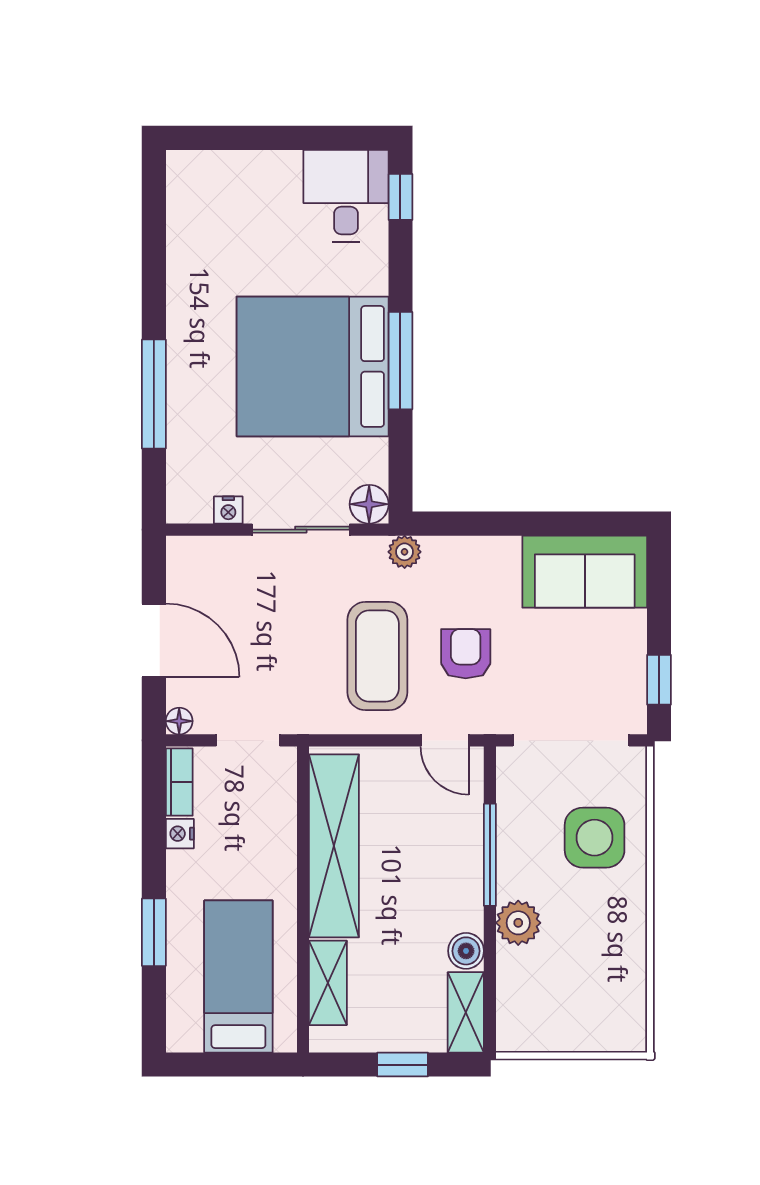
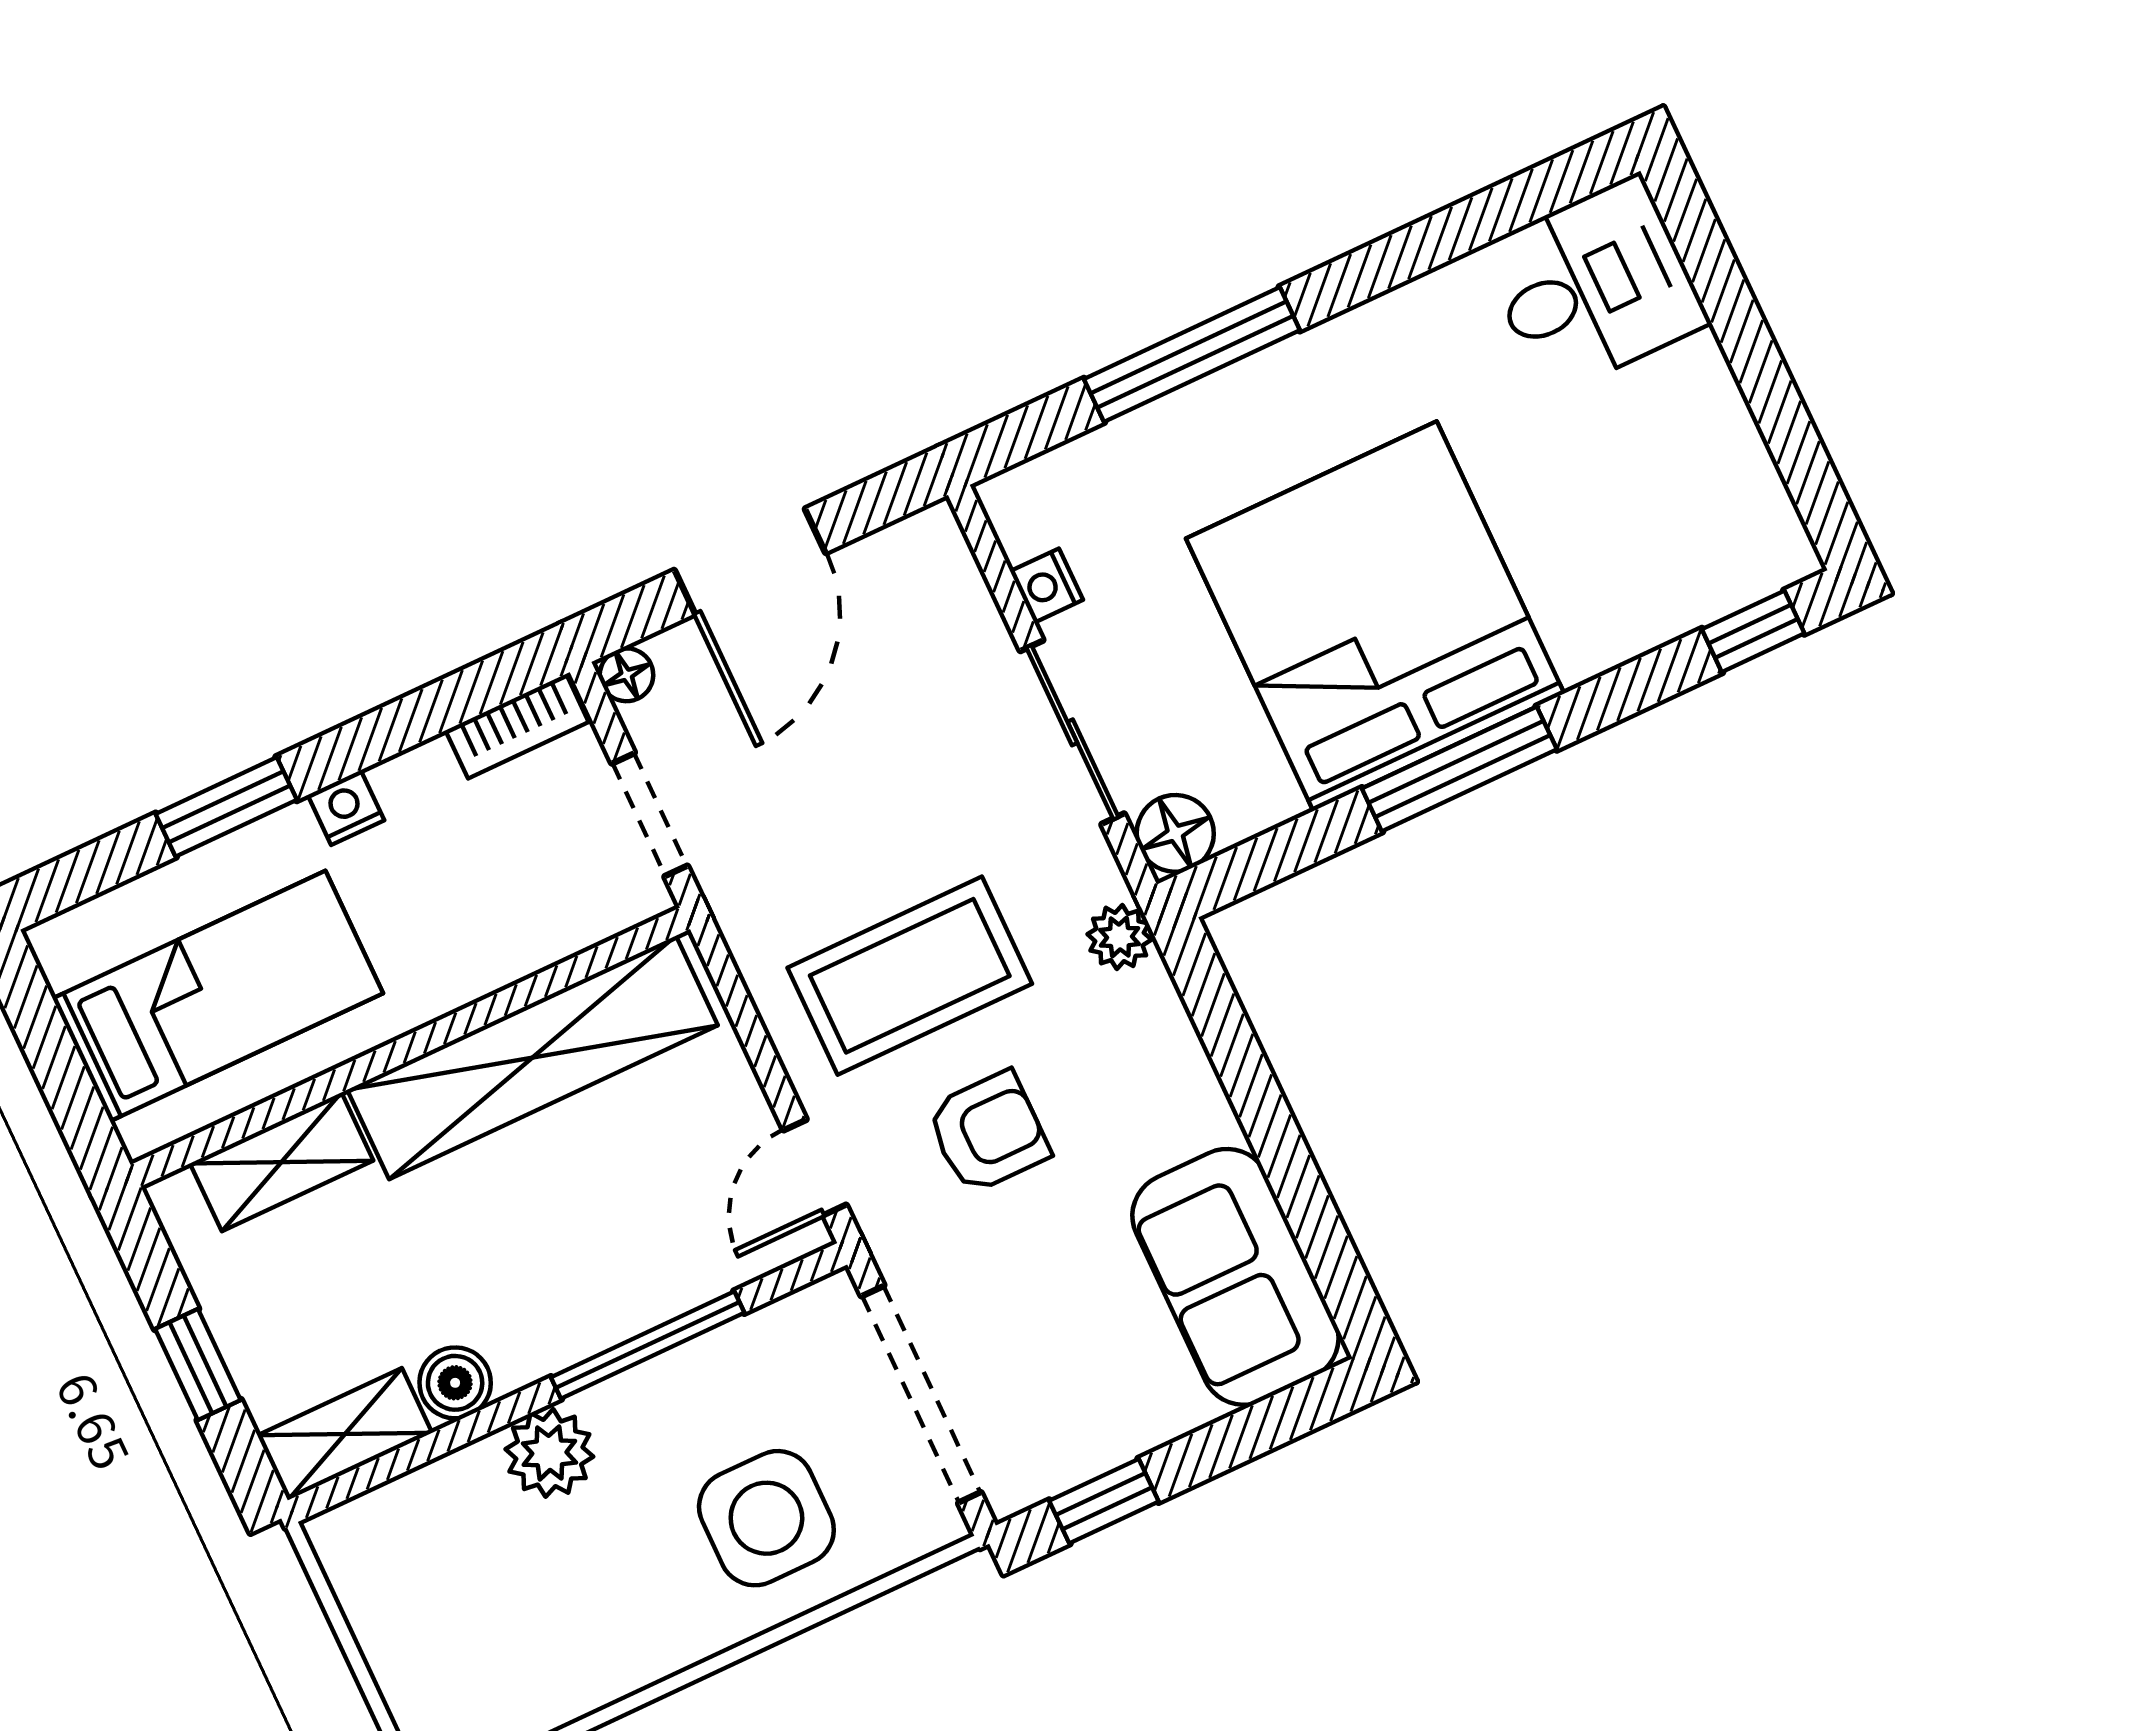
desk: (346, 196) -> (1594, 286), moved
nightstand: (180, 834) -> (346, 808), moved

